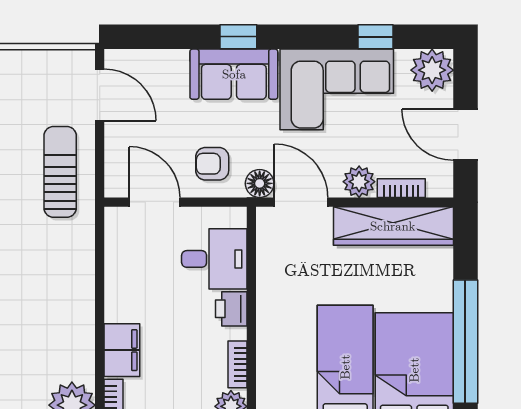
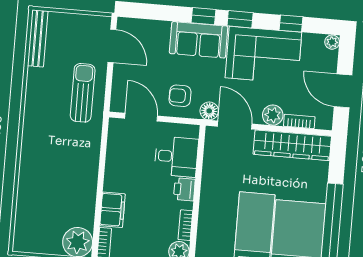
window: (296, 37) -> (240, 19), added
plant: (432, 70) -> (332, 42), width x0.53, depth x0.53

